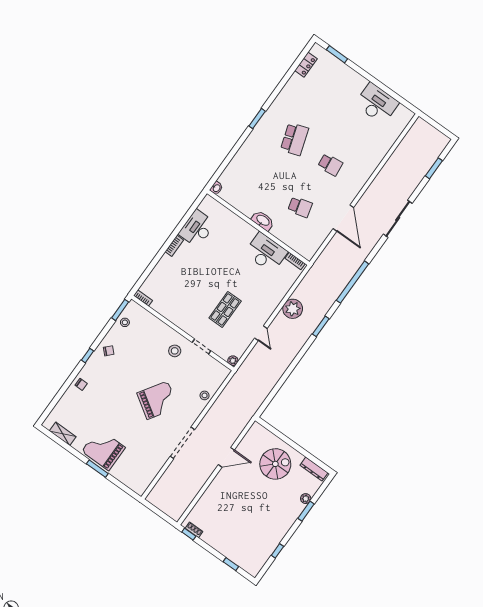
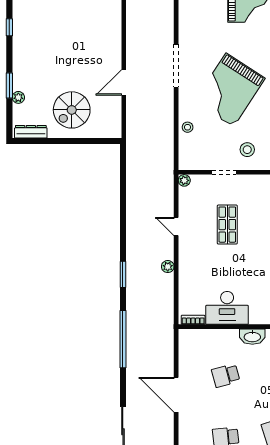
plant: (293, 309) -> (168, 267), width x0.53, depth x0.53
grand piano: (157, 400) -> (230, 90), width x1.37, depth x1.48

